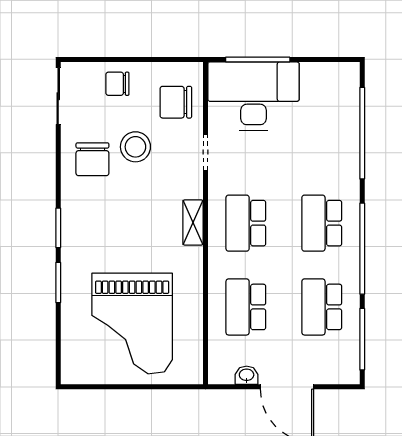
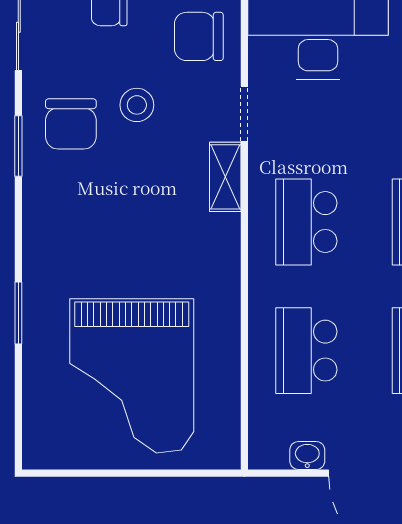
stool: (135, 147) -> (137, 105), width x0.73, depth x0.73
shelving: (193, 222) -> (225, 177), moved
window: (58, 228) -> (18, 146), moved

